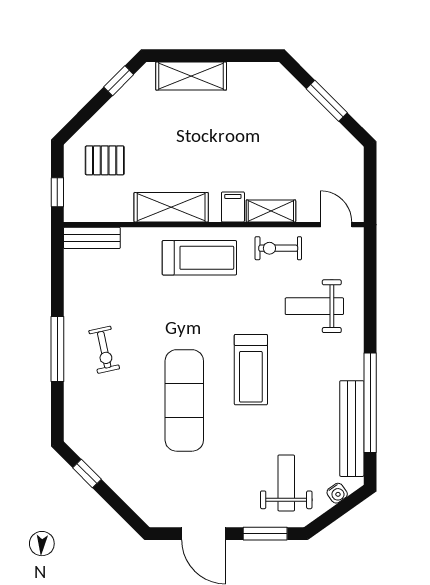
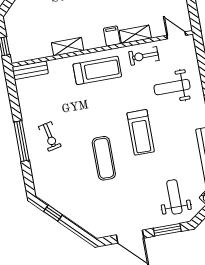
pallet: (105, 160) -> (29, 22), removed
shelving: (171, 207) -> (68, 47), width x0.67, depth x0.75
exercise mat: (184, 400) -> (104, 158), width x0.73, depth x0.69

